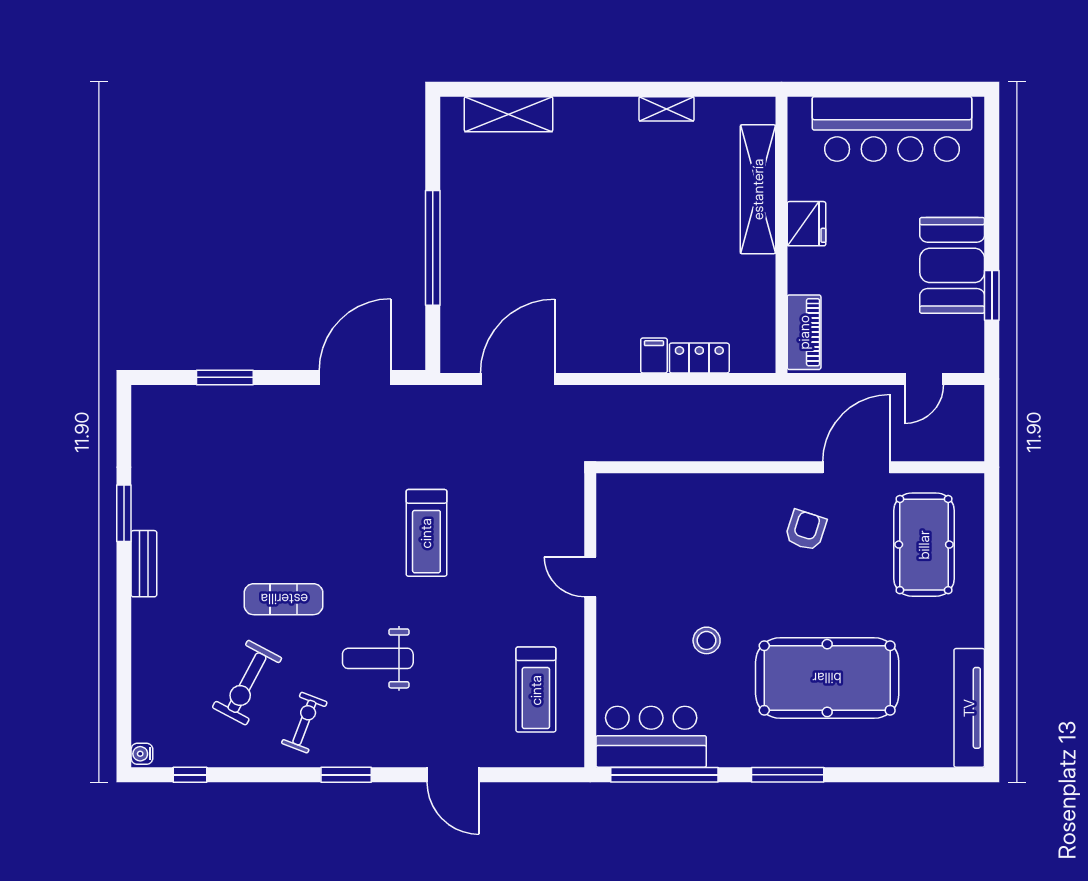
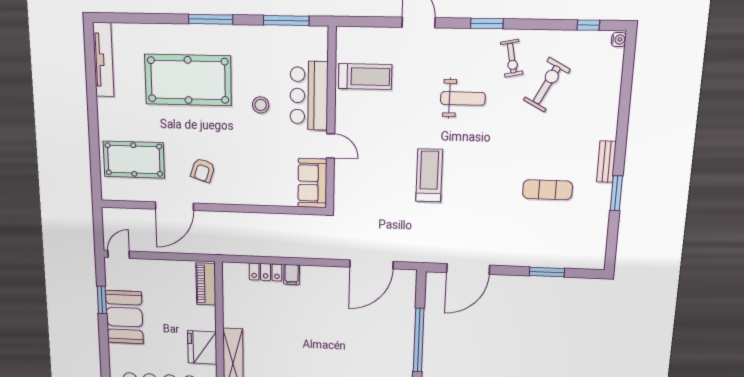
fridge: (806, 224) -> (202, 347), width x1.36, depth x1.34
door: (924, 379) -> (119, 254), moved
sofa: (620, 514) -> (312, 183), added
pool table: (924, 545) -> (134, 160), turned 90
exercise mat: (284, 599) -> (547, 190), moved
treadmill: (536, 690) -> (365, 77), turned 90
exercise bike: (304, 723) -> (512, 58), turned -32
bar counter: (651, 737) -> (309, 96), moved, turned 90
window: (664, 775) -> (286, 20), width x0.68

